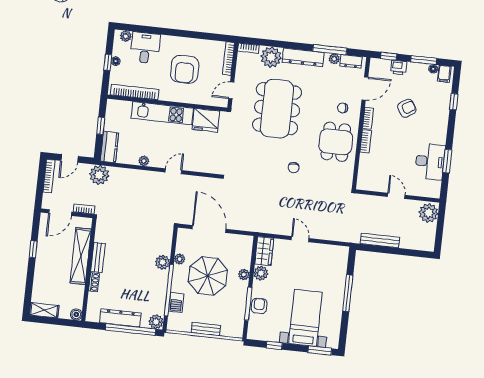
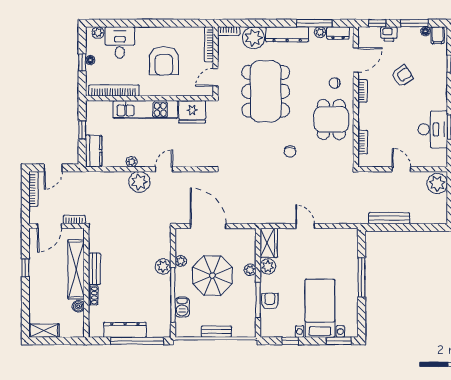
bookcase: (366, 141) -> (363, 142), moved
plant: (99, 175) -> (139, 182), moved
boiler: (76, 314) -> (78, 306), moved
plant: (156, 322) -> (163, 330), removed

